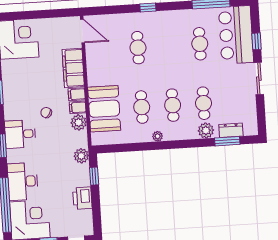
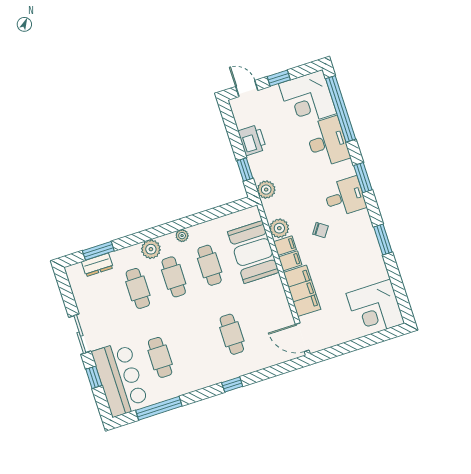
plant: (206, 130) -> (151, 249), moved

